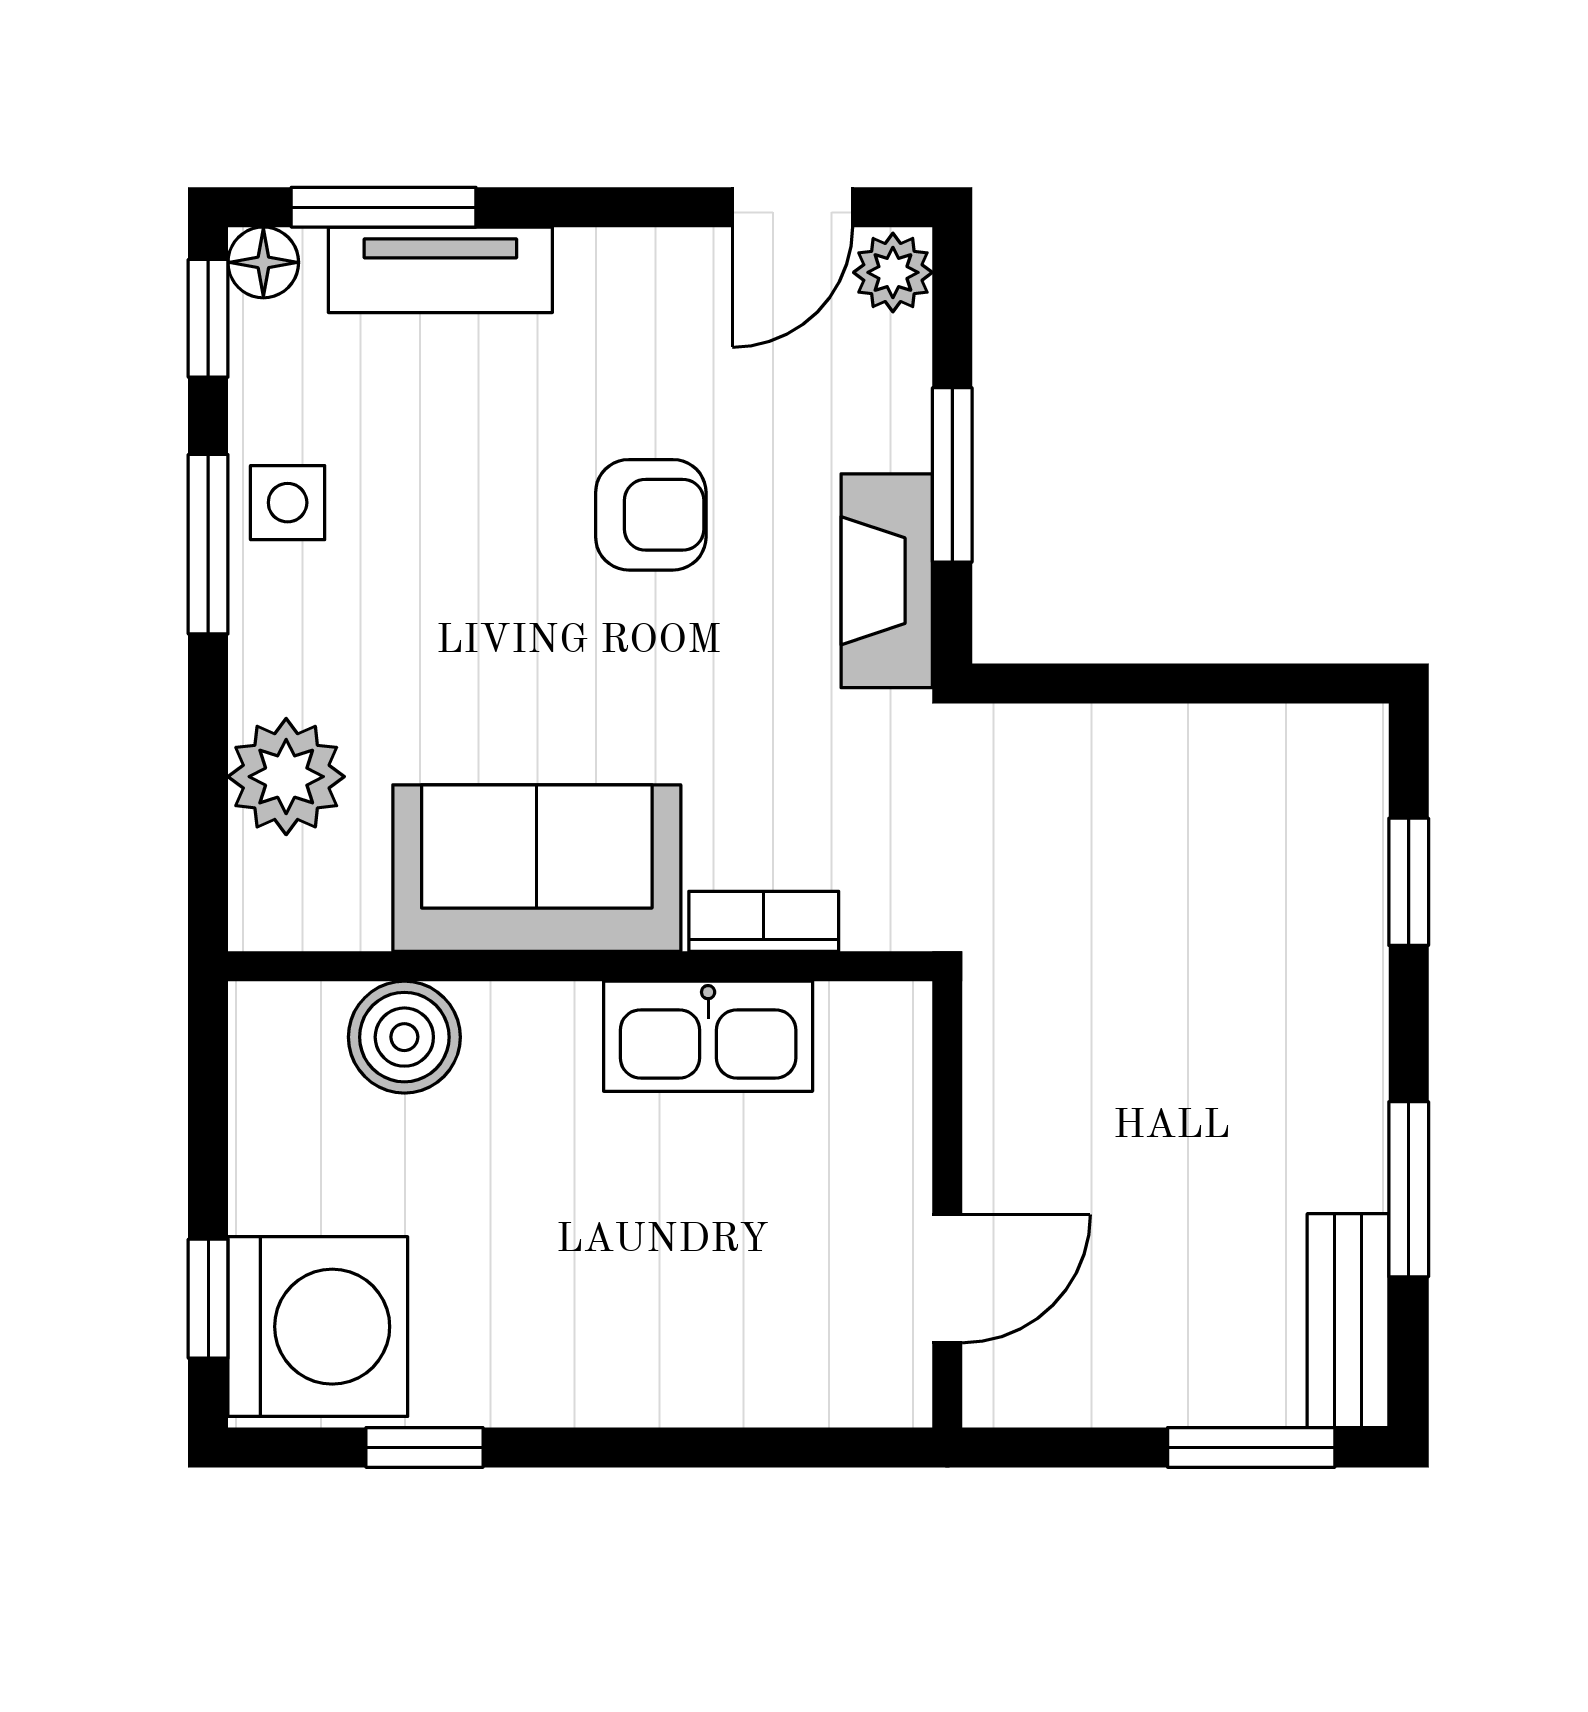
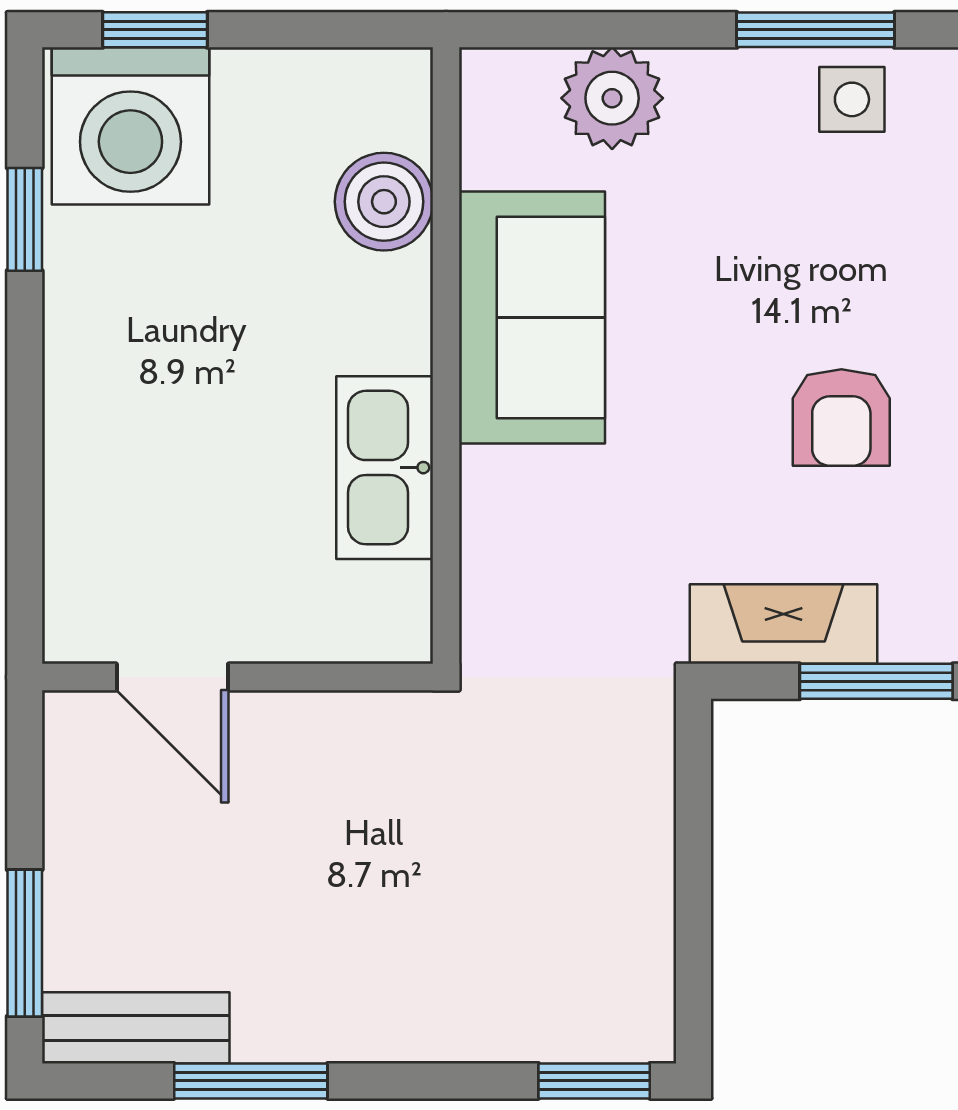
window: (1409, 882) -> (594, 1081), moved
bookcase: (764, 921) -> (485, 516), removed

